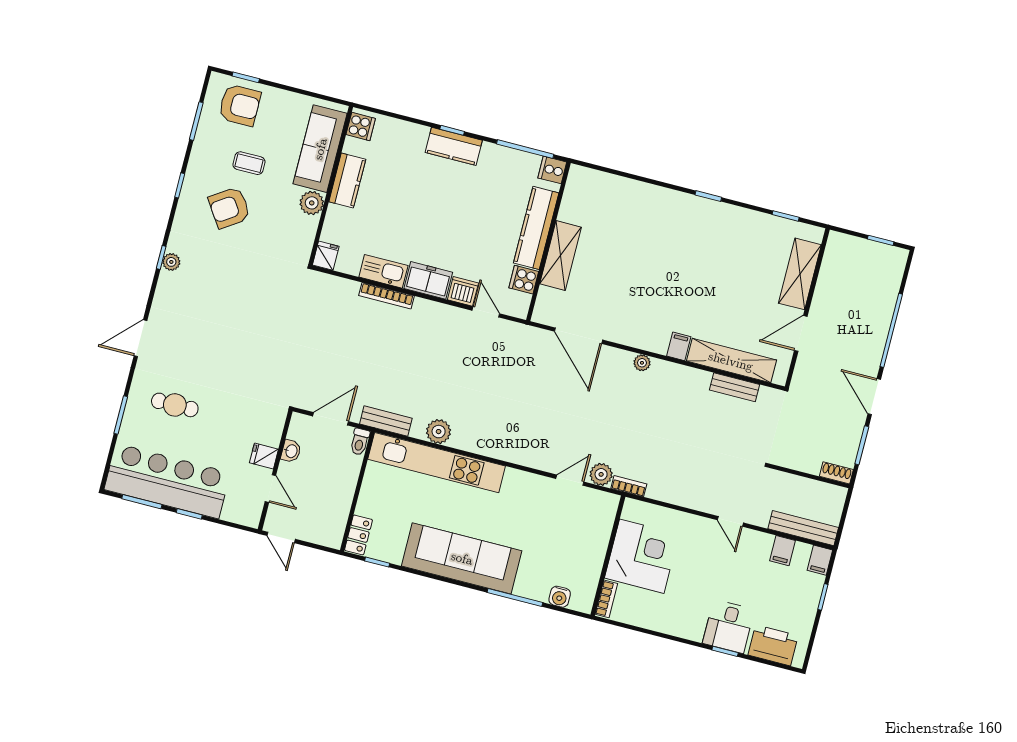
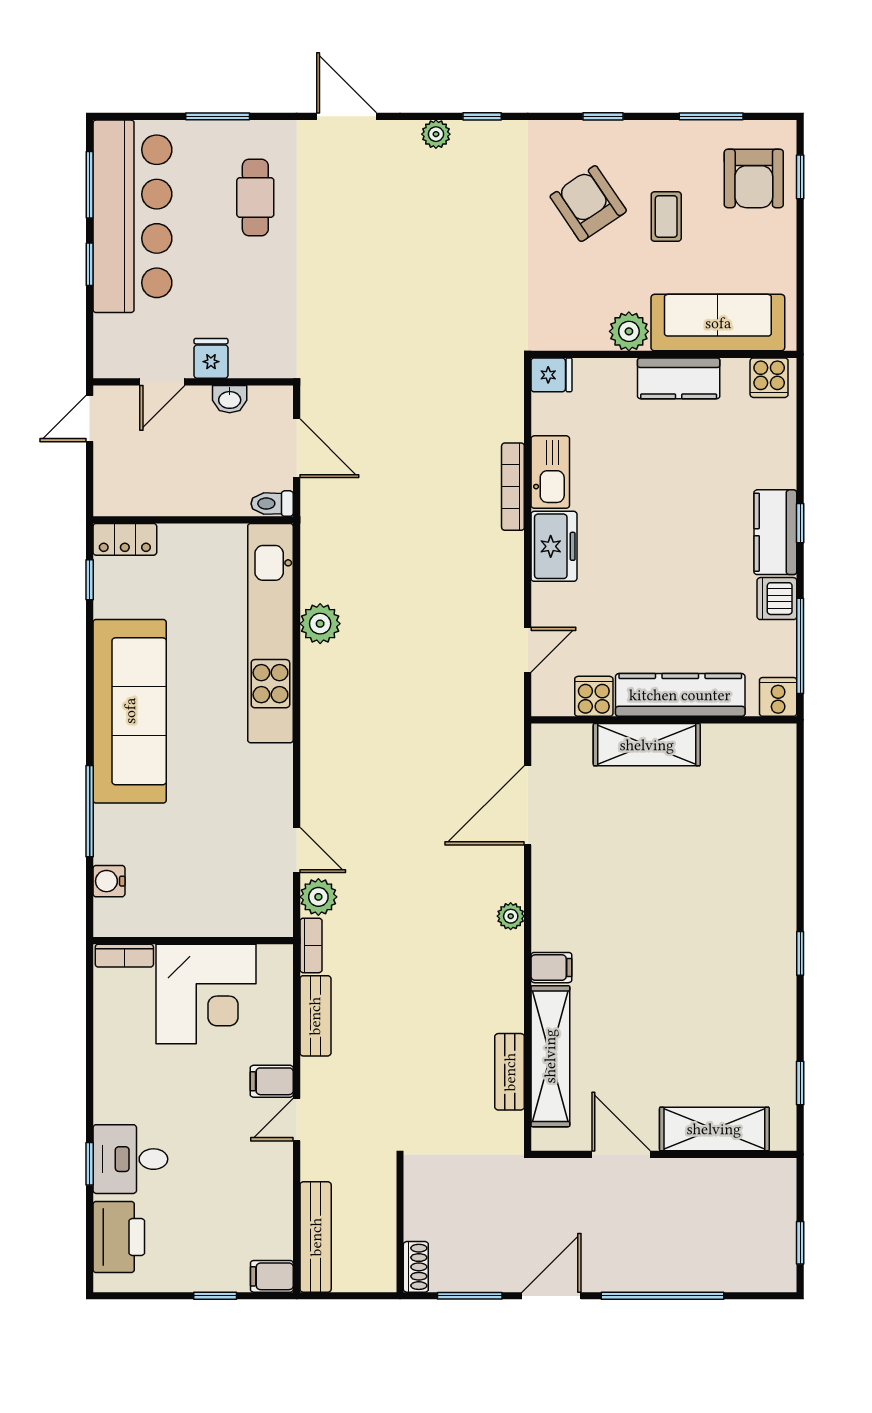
plant: (171, 262) -> (436, 134), moved
dishwasher: (463, 291) -> (777, 599), moved, turned 180
bench: (386, 421) -> (315, 1016), moved
filing cabinet: (782, 551) -> (272, 1081), moved

